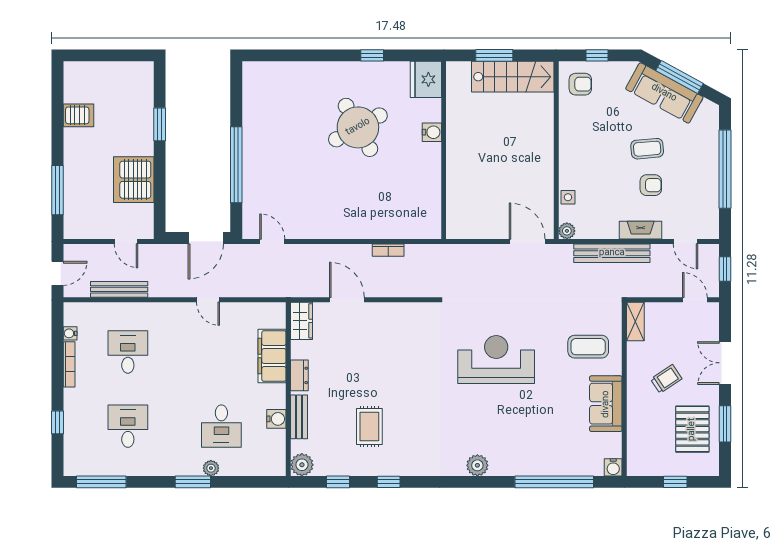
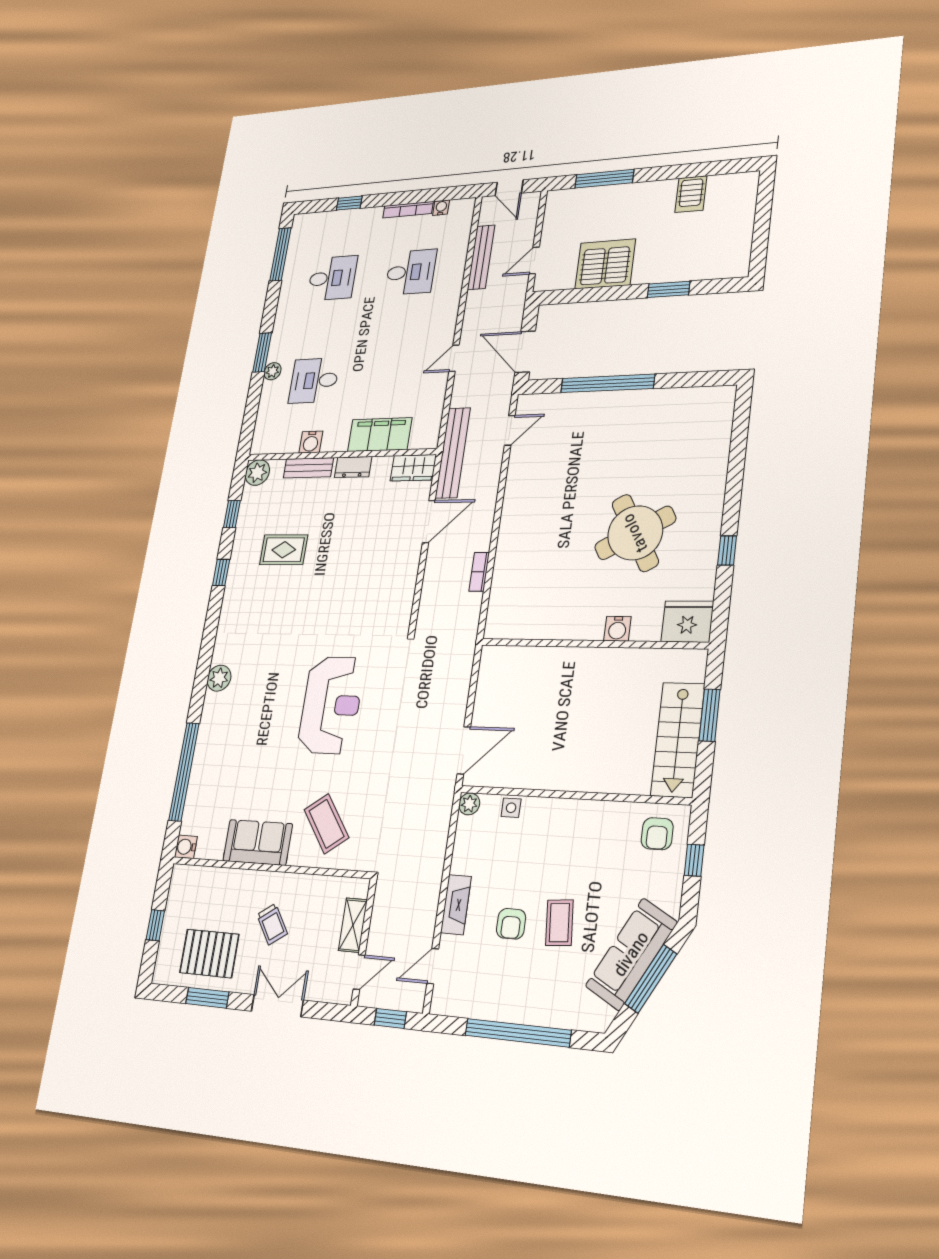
bench: (612, 253) -> (453, 453), moved
shelving: (635, 321) -> (353, 925), moved, turned 90
coffee table: (588, 347) -> (326, 824), turned -36

